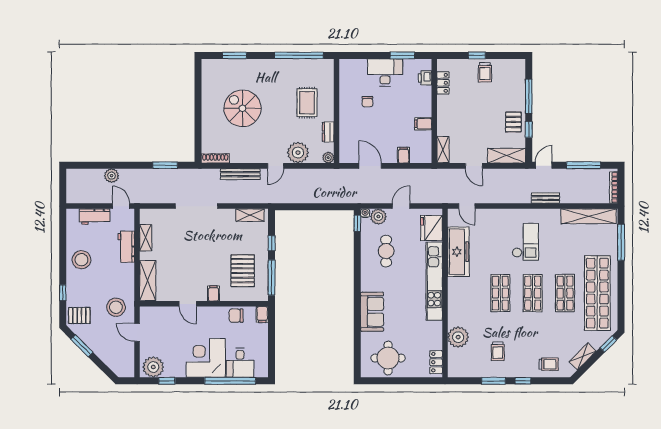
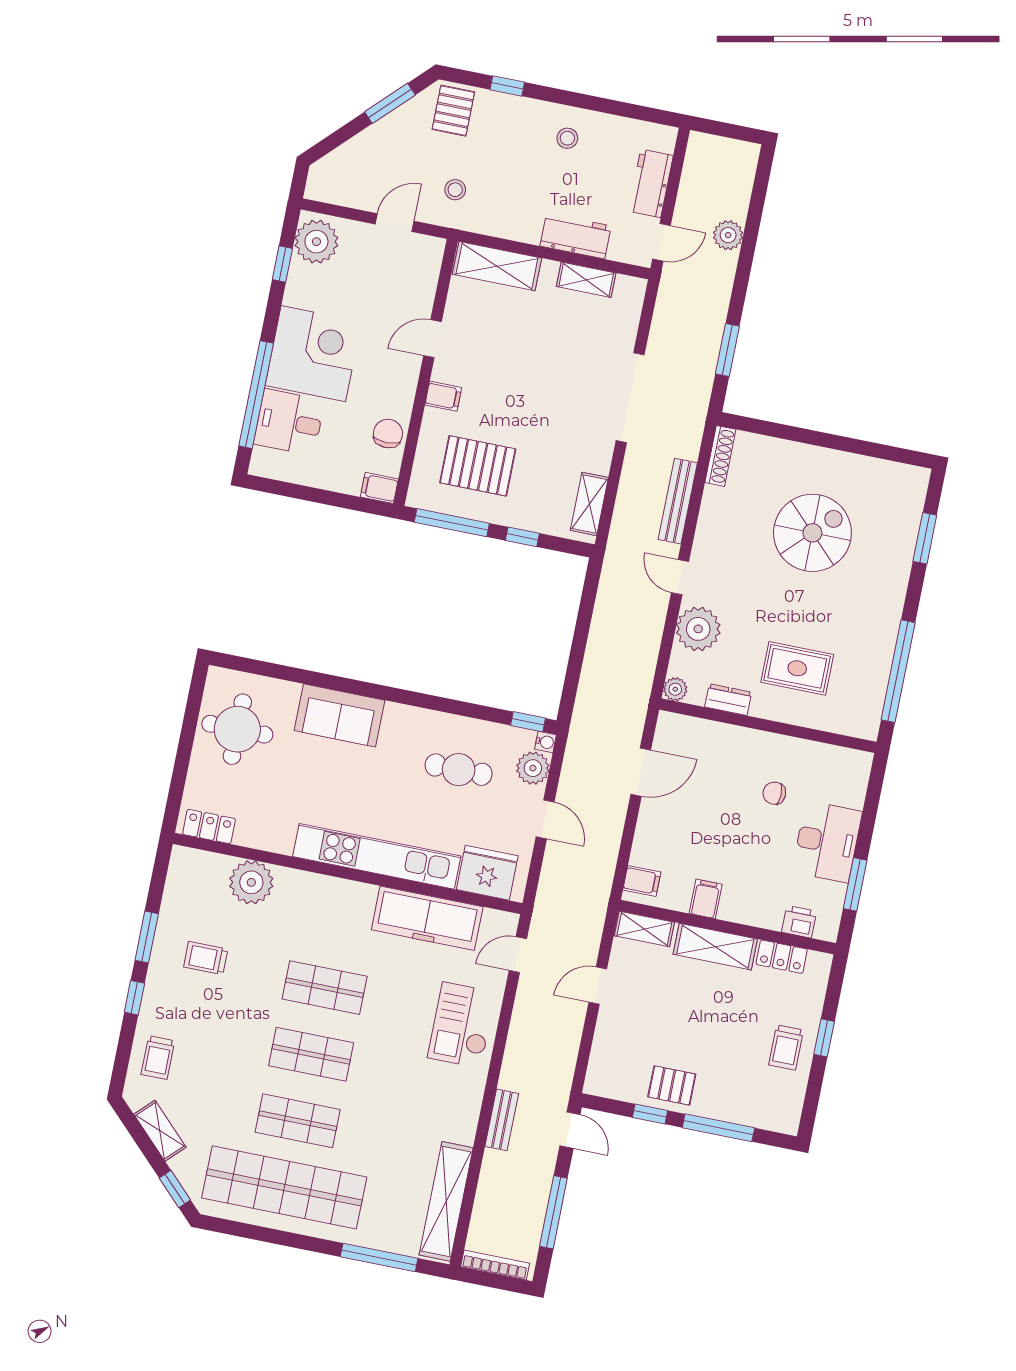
trolley: (485, 72) -> (786, 1047), turned -90
filing cabinet: (403, 155) -> (642, 881), moved
shelving: (506, 156) -> (715, 947), moved, turned 90
checkout: (525, 242) -> (462, 1025), moved, turned 90
stool: (81, 260) -> (567, 138), width x0.53, depth x0.53
stool: (116, 307) -> (455, 190), width x0.53, depth x0.53

